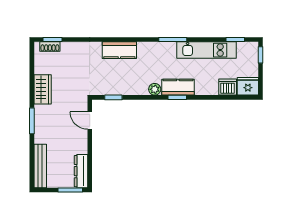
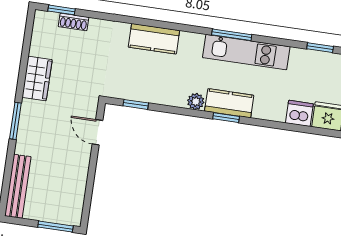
shoe rack: (50, 47) -> (73, 22), moved
kitchen unit: (207, 50) -> (246, 52), moved
dresser: (81, 171) -> (75, 202), removed

